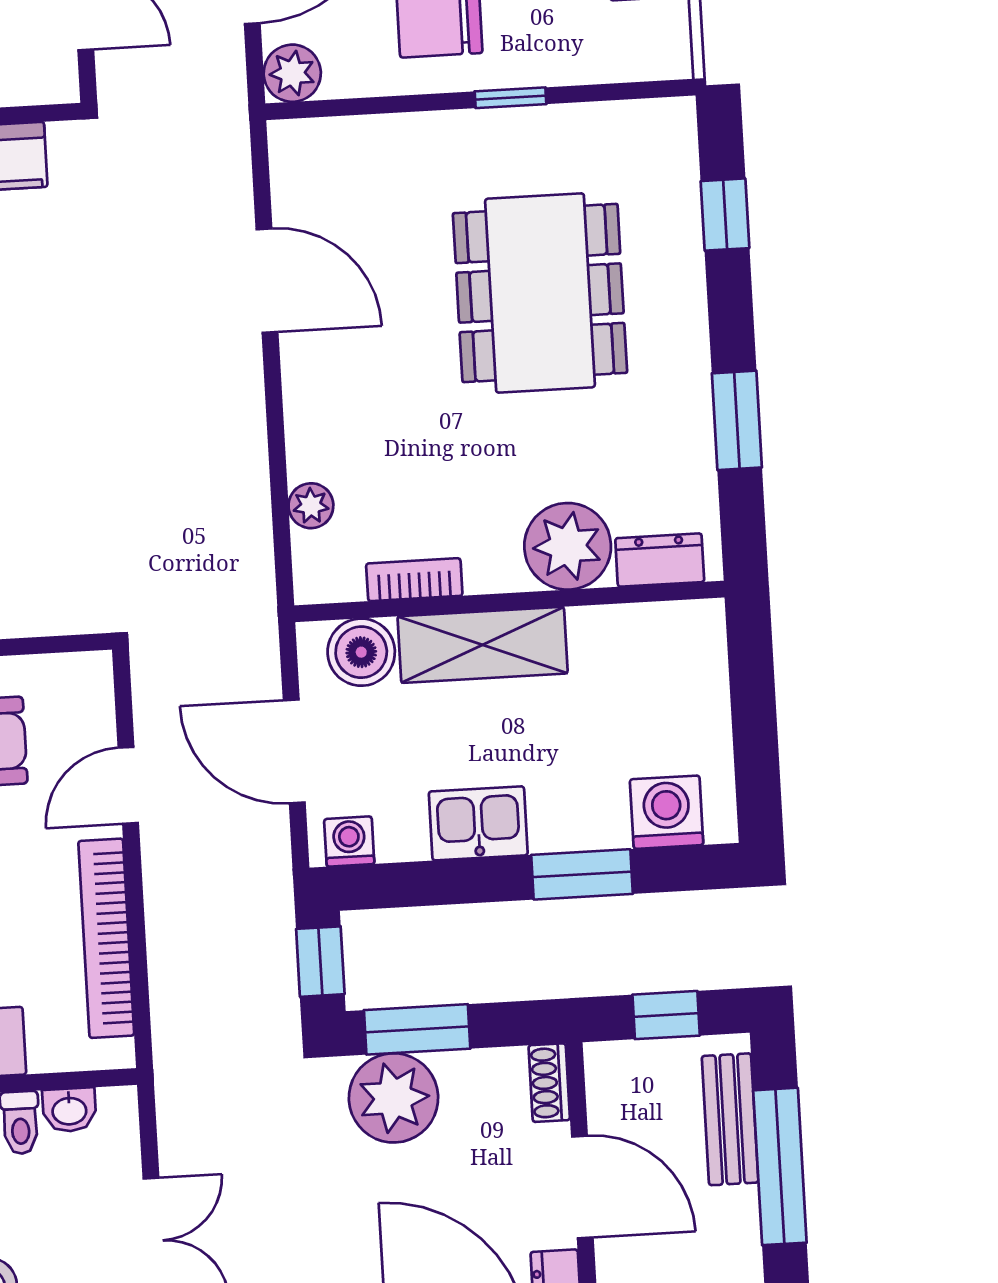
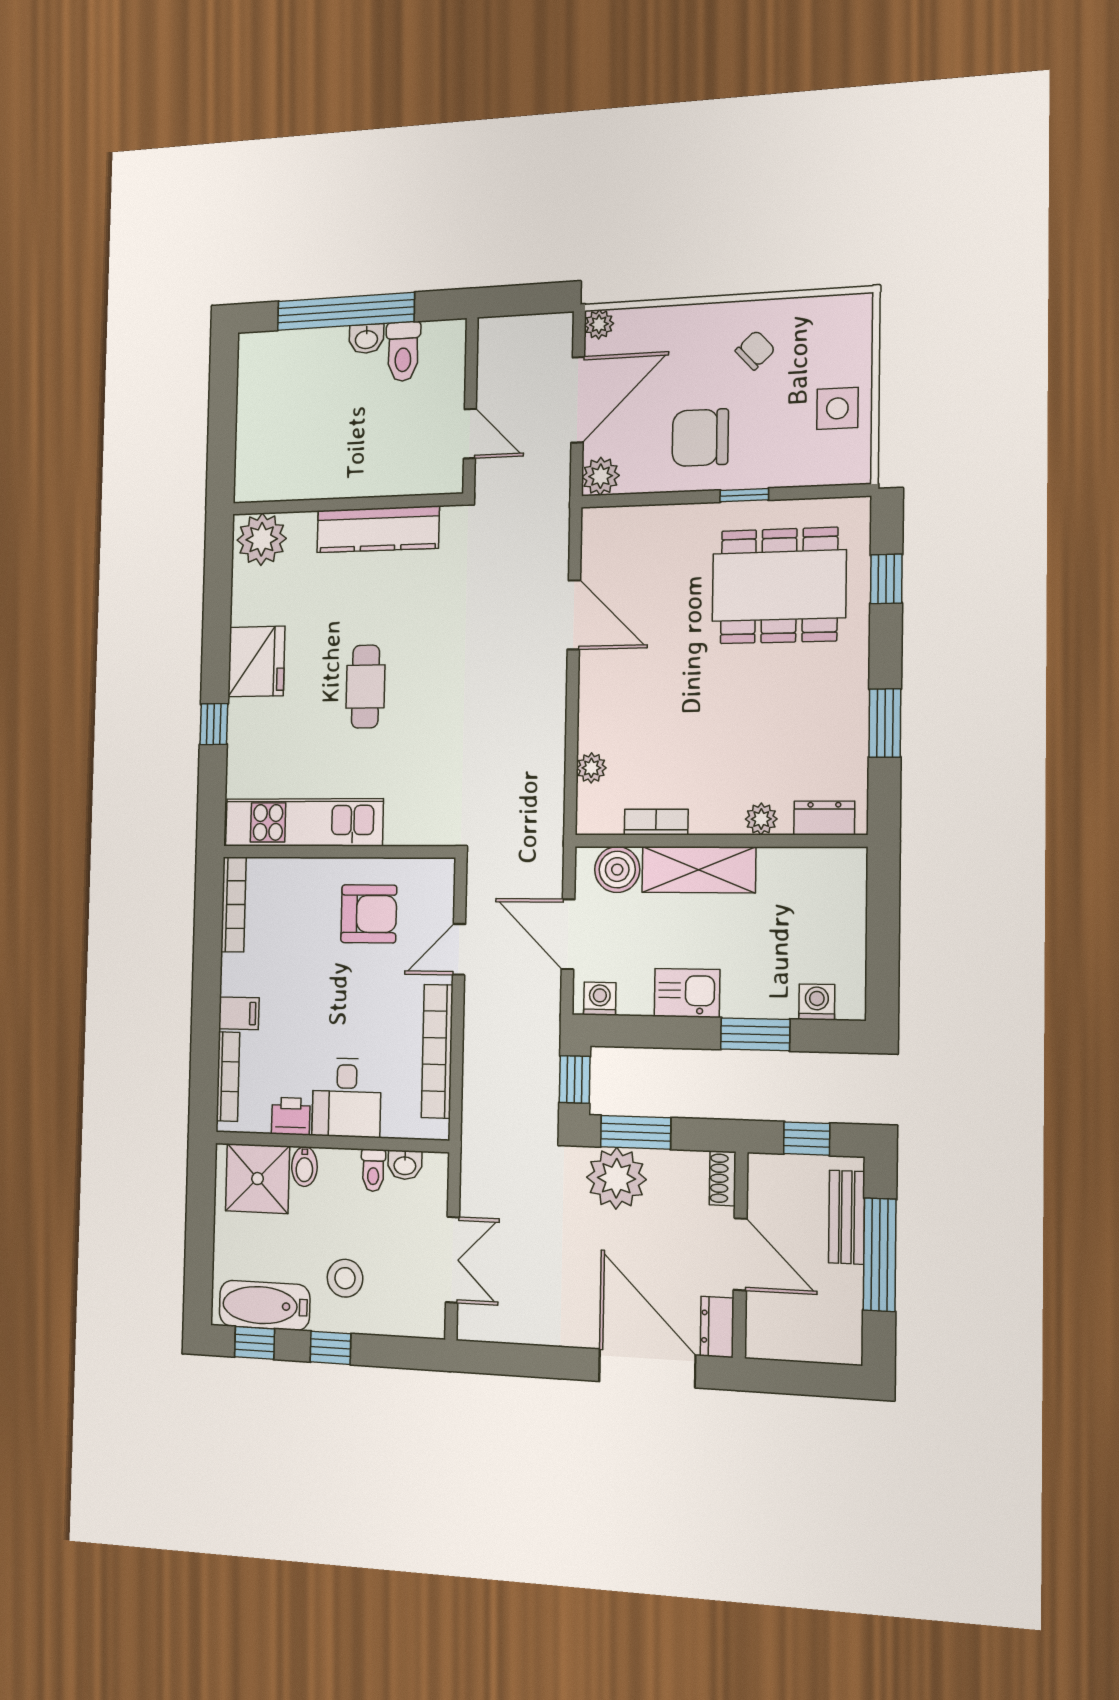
dining table: (540, 293) -> (779, 586), moved, turned 90
plant: (568, 546) -> (761, 819), width x0.53, depth x0.53
washing machine: (667, 812) -> (817, 1002), width x0.73, depth x0.73

